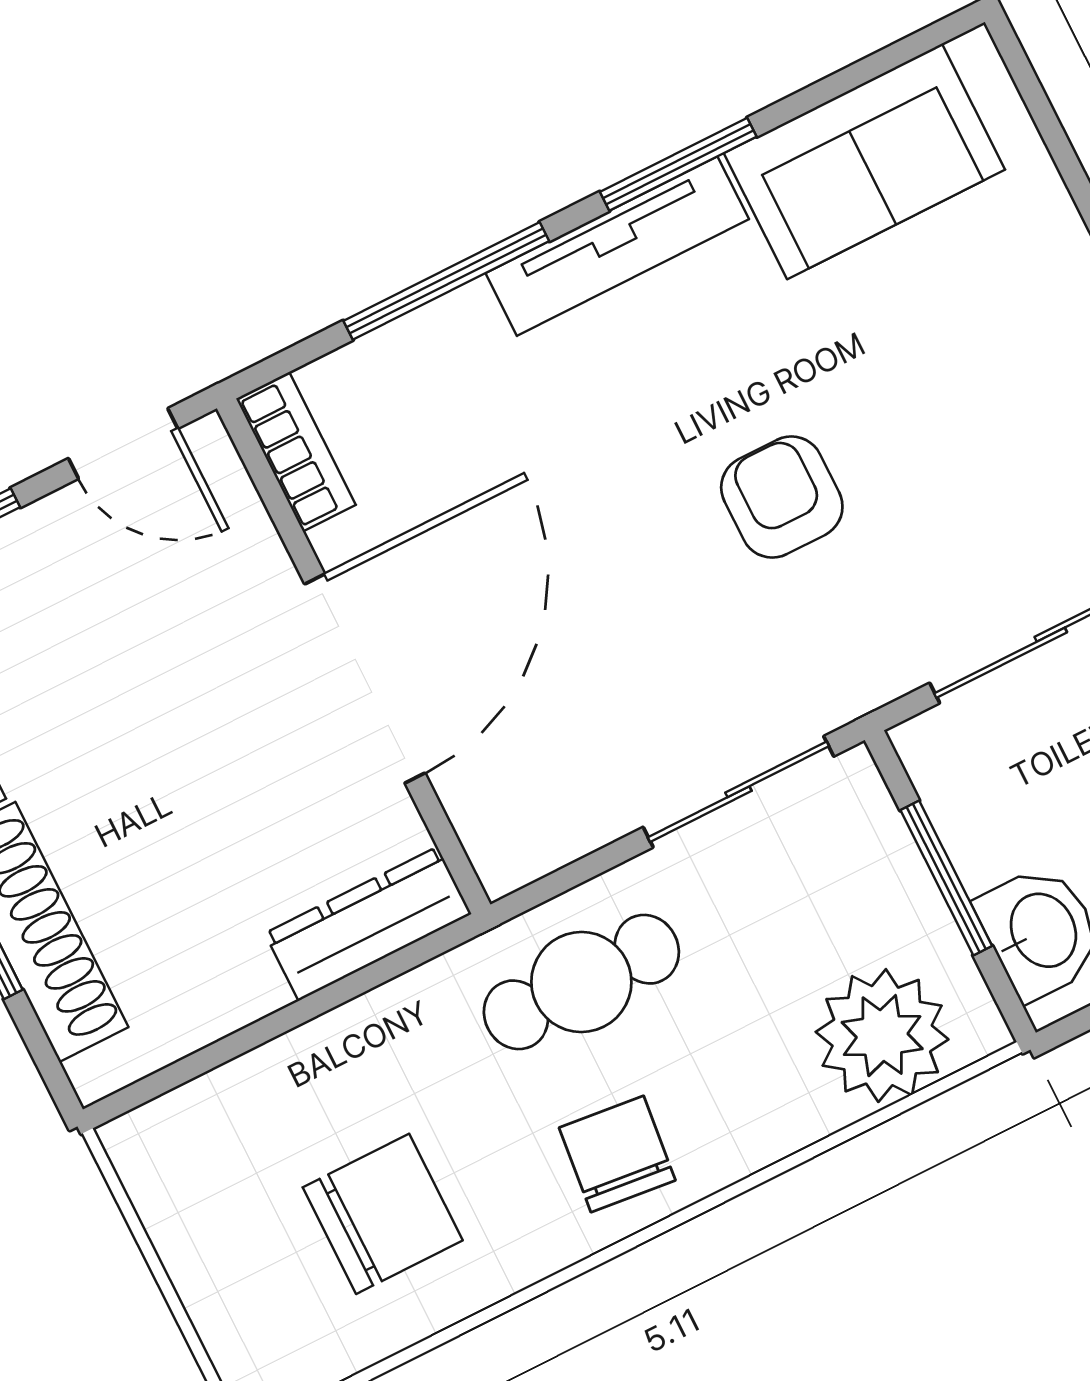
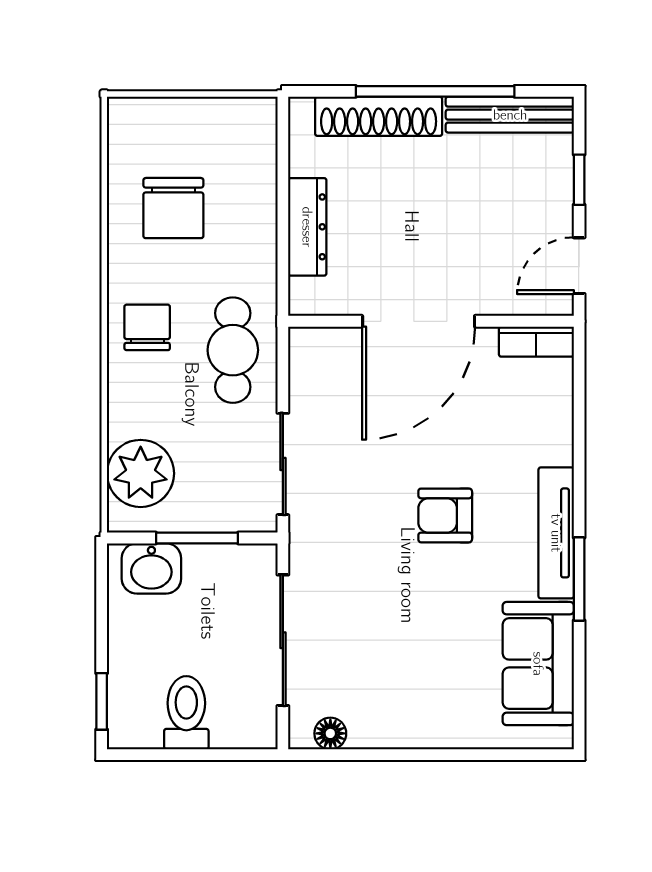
window: (446, 281) -> (579, 448), removed
armchair: (782, 497) -> (445, 515), moved, turned 180
door: (365, 678) -> (419, 321), hinge flipped
dresser: (368, 924) -> (307, 227), moved
chair: (617, 1154) -> (147, 327), turned -96

